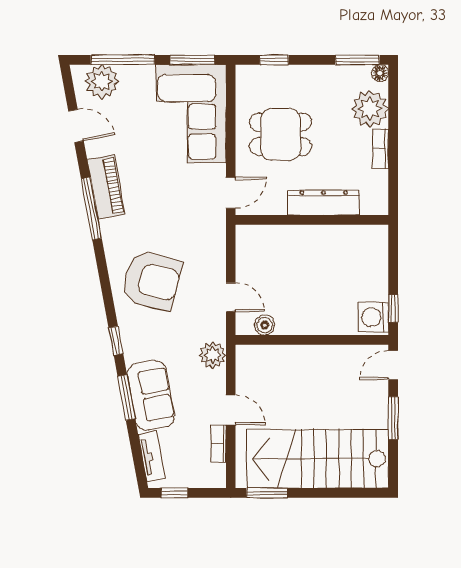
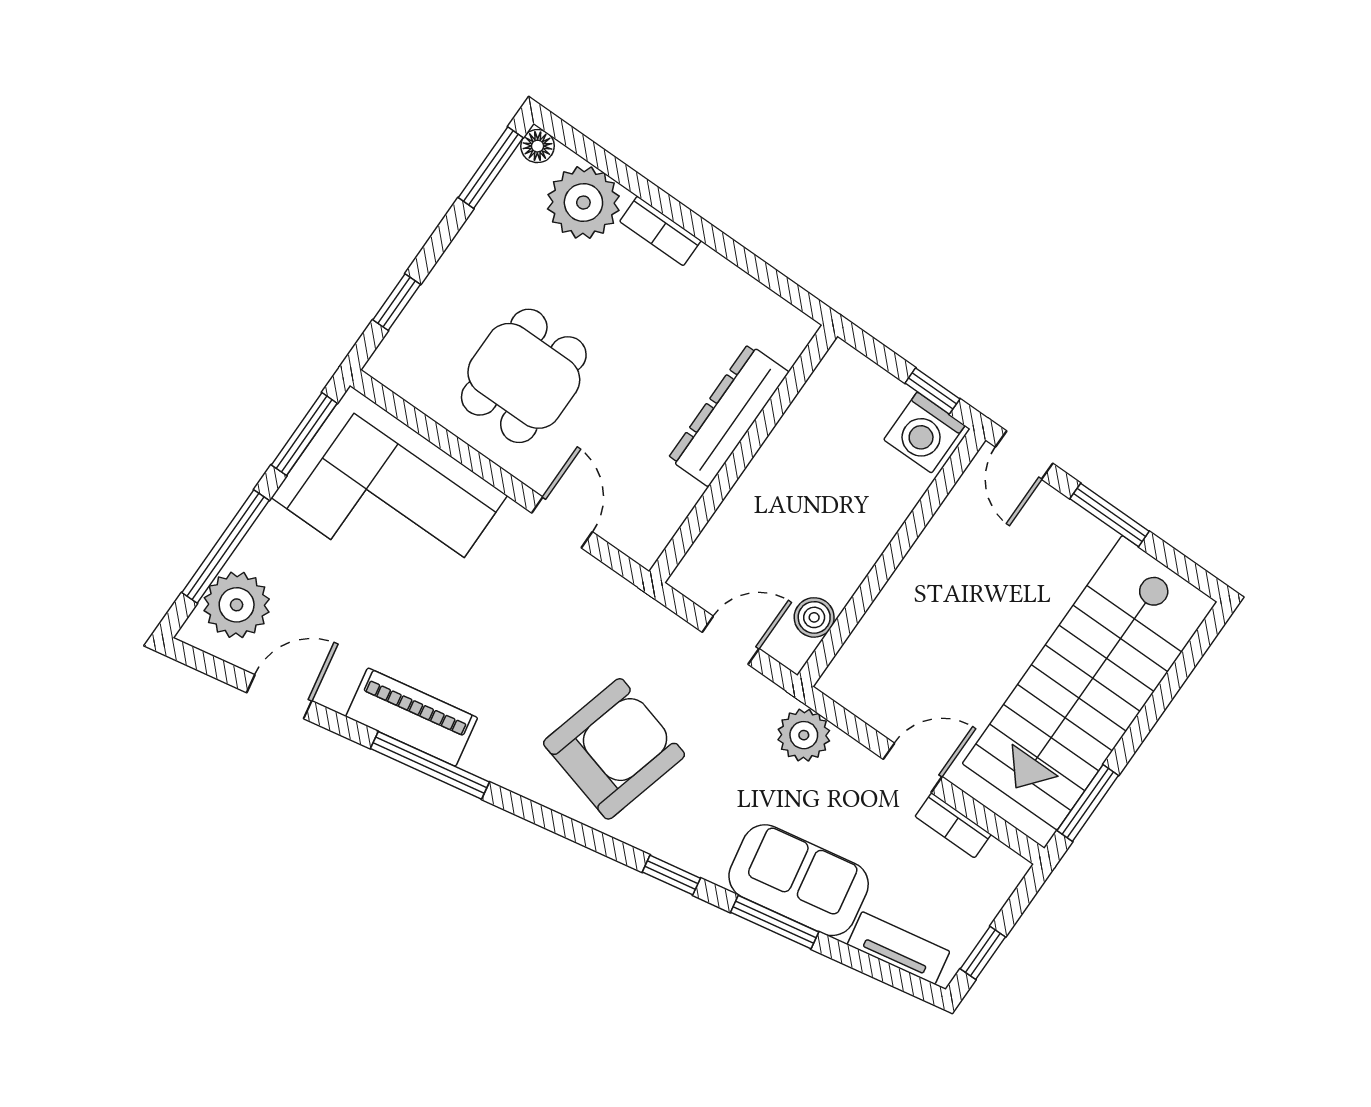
dresser: (324, 203) -> (728, 415), moved
wall: (312, 220) -> (743, 454), moved

